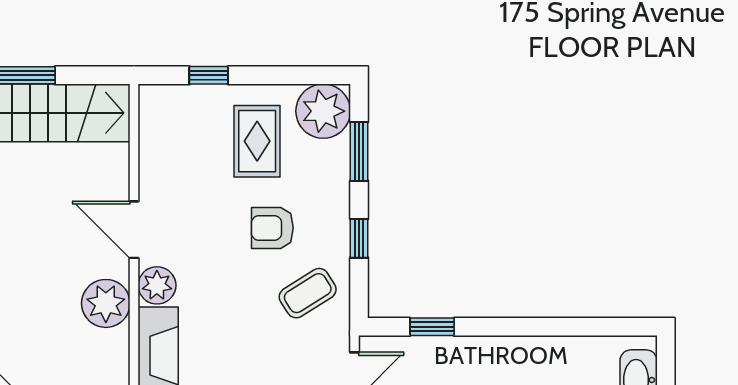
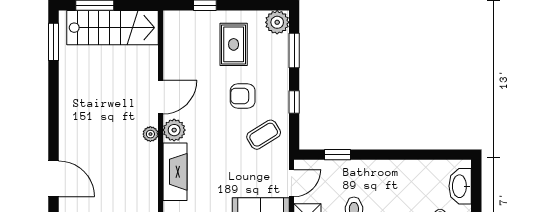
plant: (323, 111) -> (277, 22), width x0.73, depth x0.73
door: (134, 230) -> (161, 97), swing flipped
plant: (106, 303) -> (150, 134), width x0.53, depth x0.53

